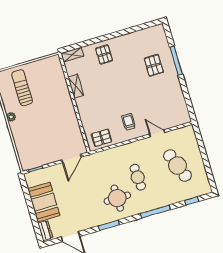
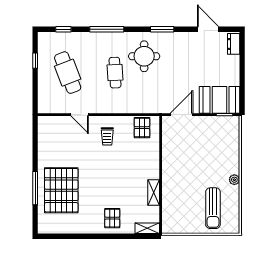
pallet: (154, 65) -> (61, 190), width x2.05, depth x2.00
pallet: (102, 138) -> (142, 128), turned 90
window: (208, 168) -> (35, 61), added
booth: (44, 202) -> (219, 100), moved, turned 90

